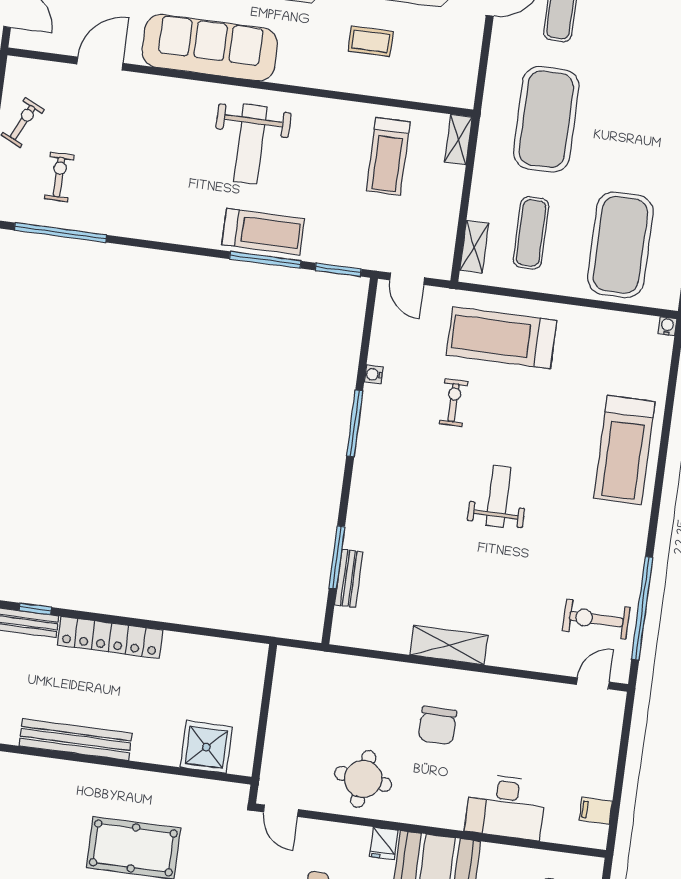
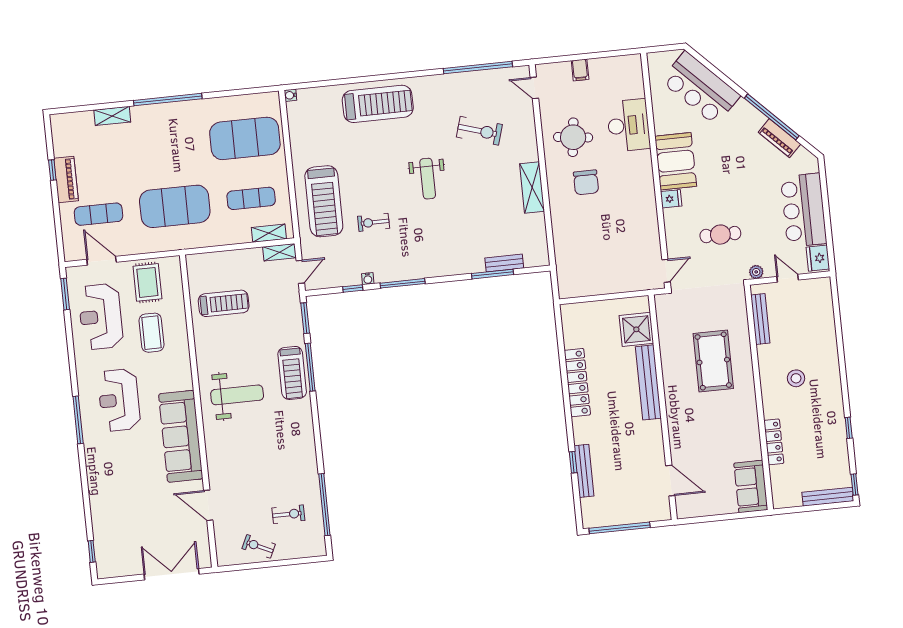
coffee table: (371, 41) -> (151, 333), width x1.36, depth x1.30
rug: (445, 53) -> (147, 282), added
shelving: (458, 140) -> (279, 252), moved
exercise bike: (59, 177) -> (288, 514), turned 180
treadmill: (263, 232) -> (292, 373), turned 180
window: (365, 349) -> (353, 288), added
weight bench: (498, 496) -> (428, 179), turned -90
exercise bike: (596, 619) -> (479, 131), moved, turned -73
locker: (110, 637) -> (577, 383), moved
chair: (437, 725) -> (586, 182), turned 90
bench: (76, 740) -> (648, 382), moved
round table: (363, 779) -> (573, 137), moved
filing cabinet: (596, 811) -> (580, 70), moved

